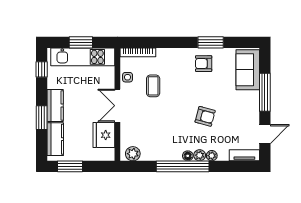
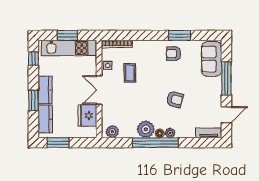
plant: (212, 156) -> (146, 129), moved, width x1.87, depth x1.87

